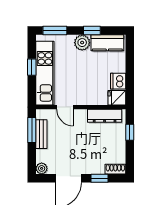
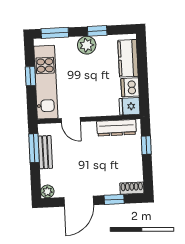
kitchen counter: (107, 43) -> (128, 58), moved, turned 90

